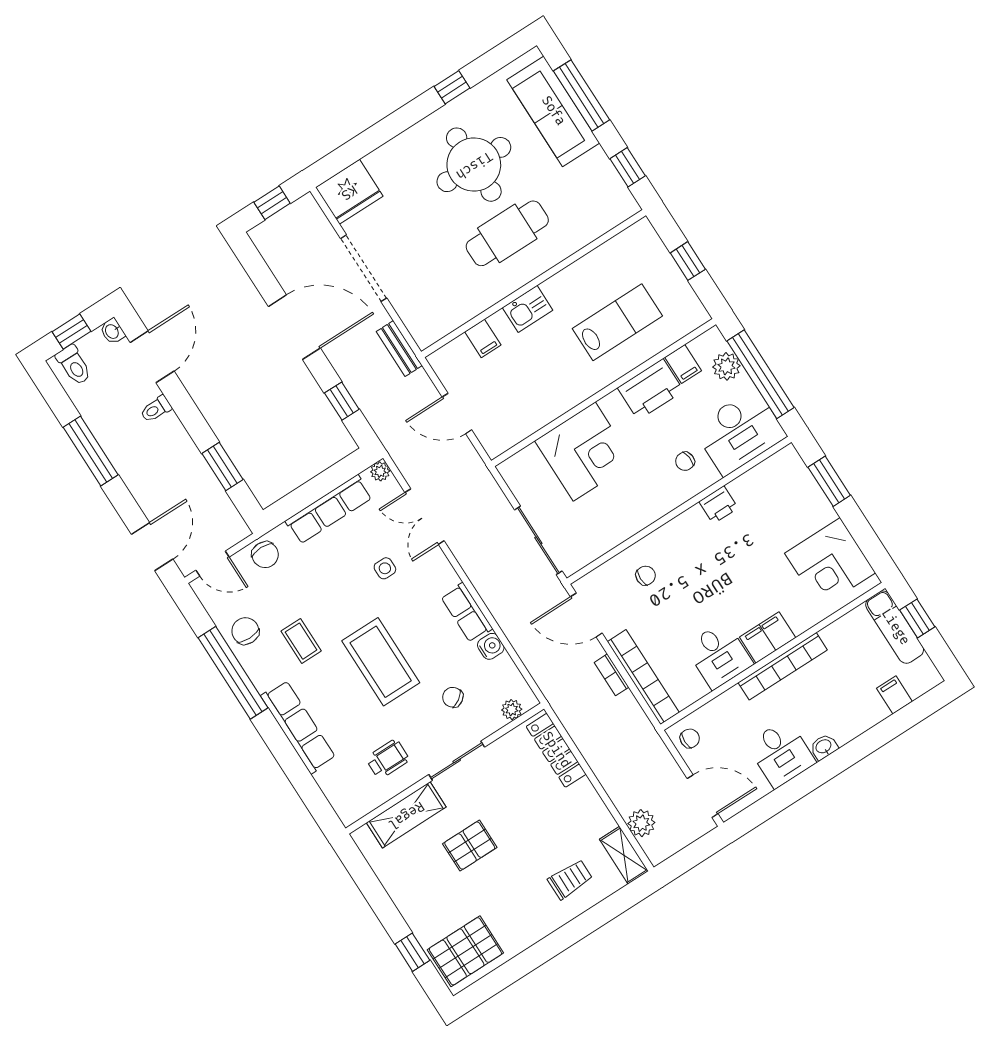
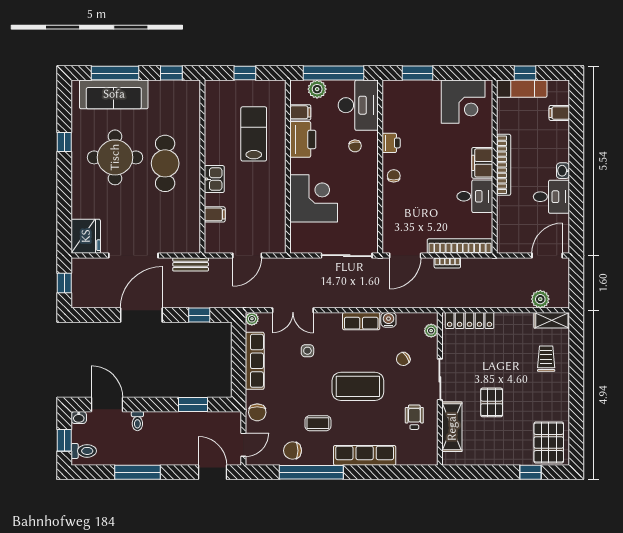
chair: (265, 555) -> (257, 412), turned 90
chair: (646, 576) -> (394, 176), moved
chair: (690, 738) -> (511, 242), removed

